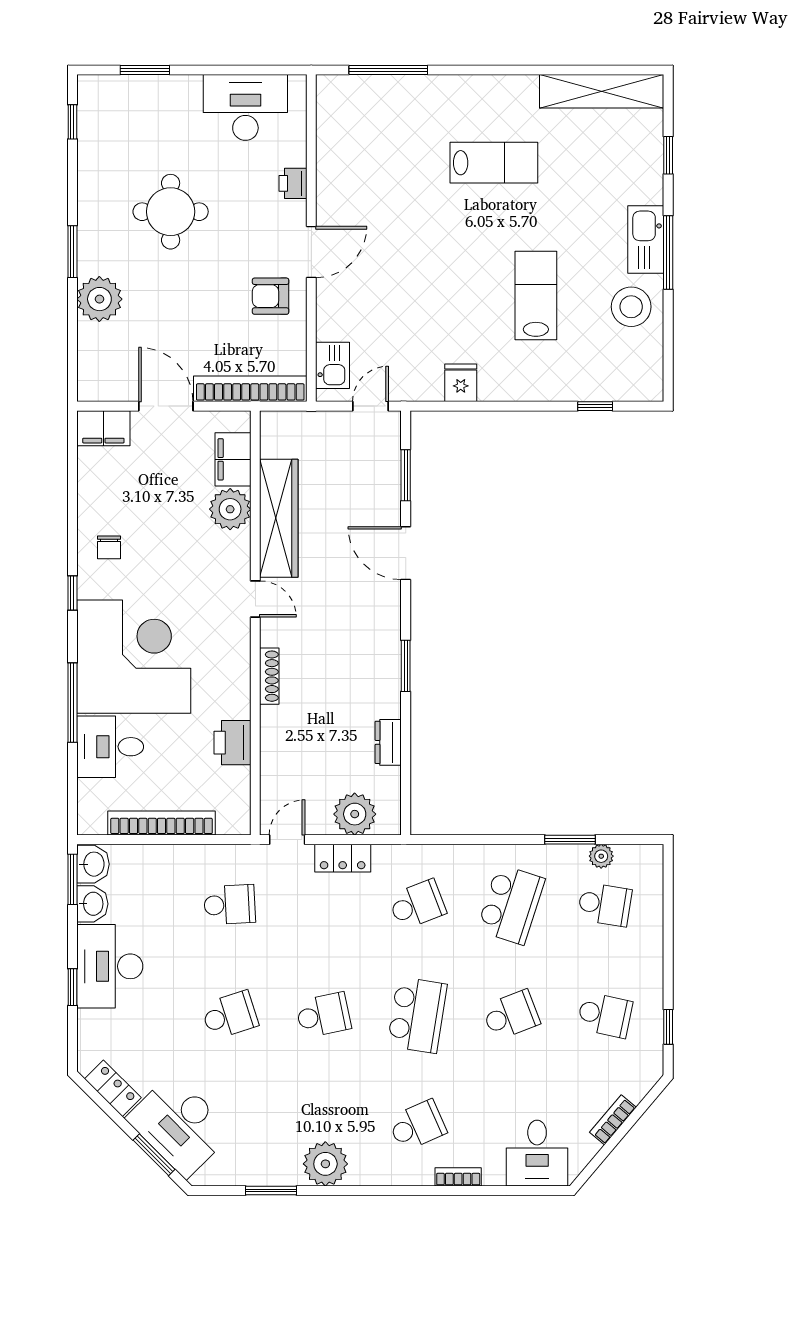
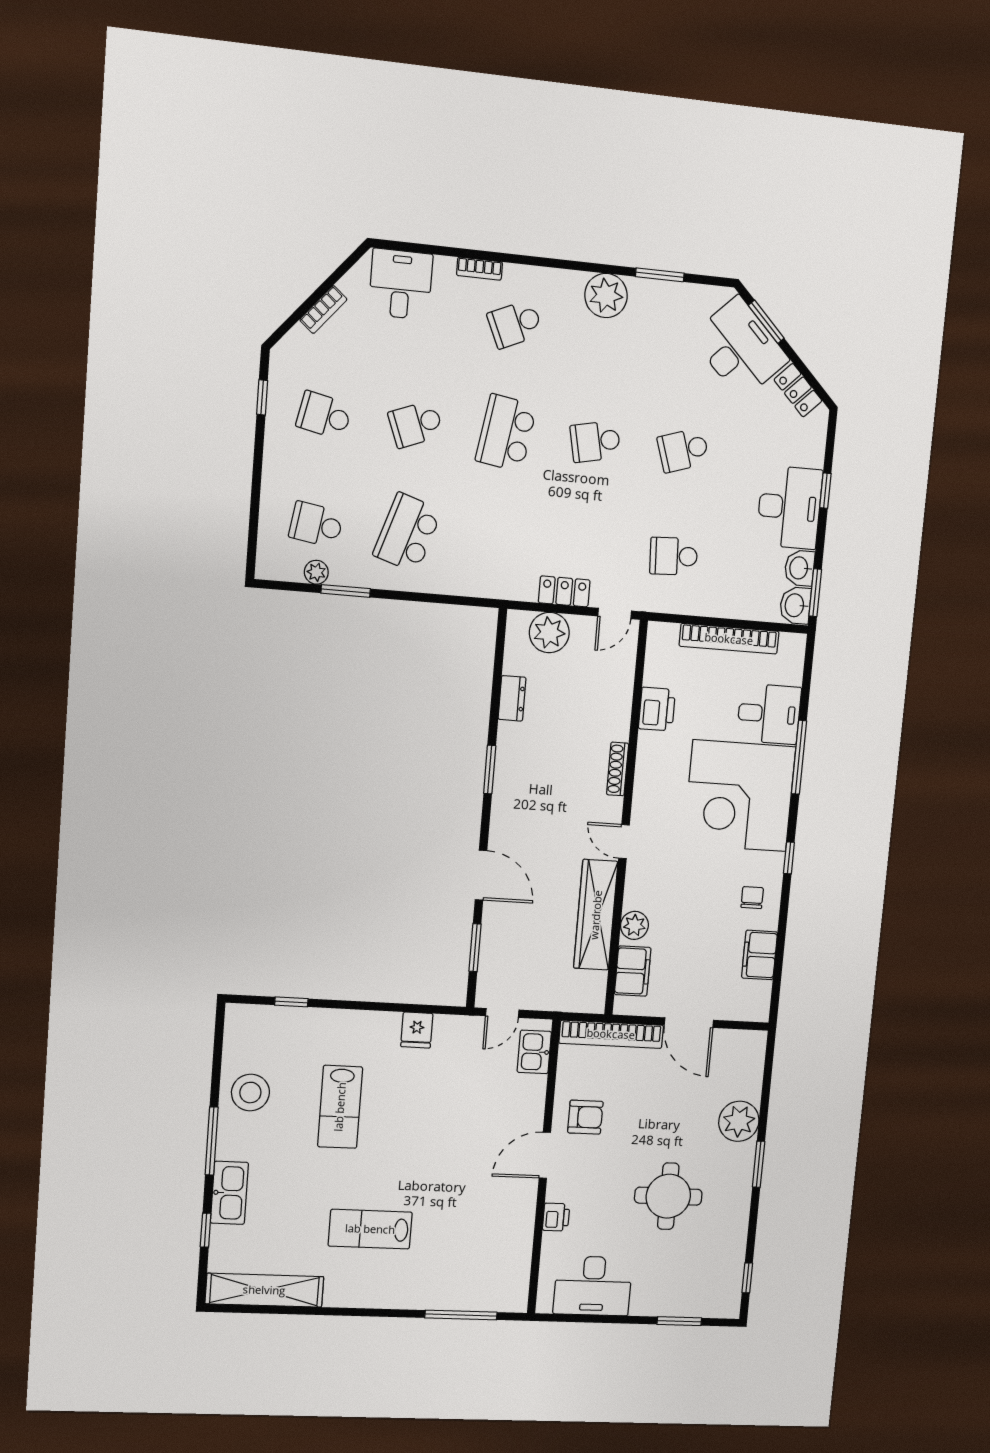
kitchen sink: (646, 239) -> (229, 1193), moved
filing cabinet: (103, 428) -> (760, 955), moved, turned -90
plant: (230, 509) -> (634, 925), width x0.73, depth x0.73
school desk: (417, 905) -> (497, 541), removed

